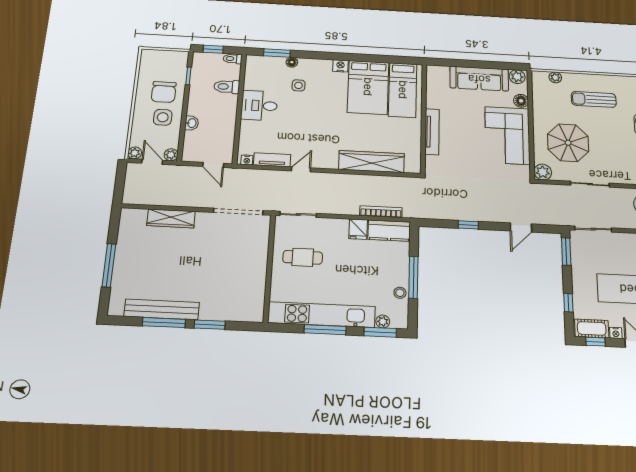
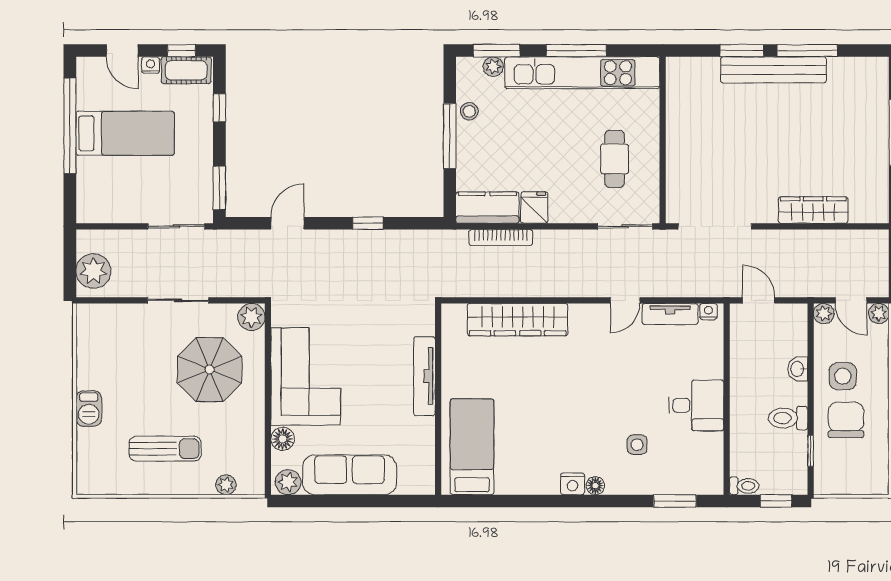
floor lamp: (292, 62) -> (595, 486), moved
toilet: (227, 87) -> (788, 418), moved, turned 180
bed: (368, 87) -> (527, 448), removed
cafe table: (303, 257) -> (615, 159), turned 90
bench: (162, 309) -> (774, 70), moved

